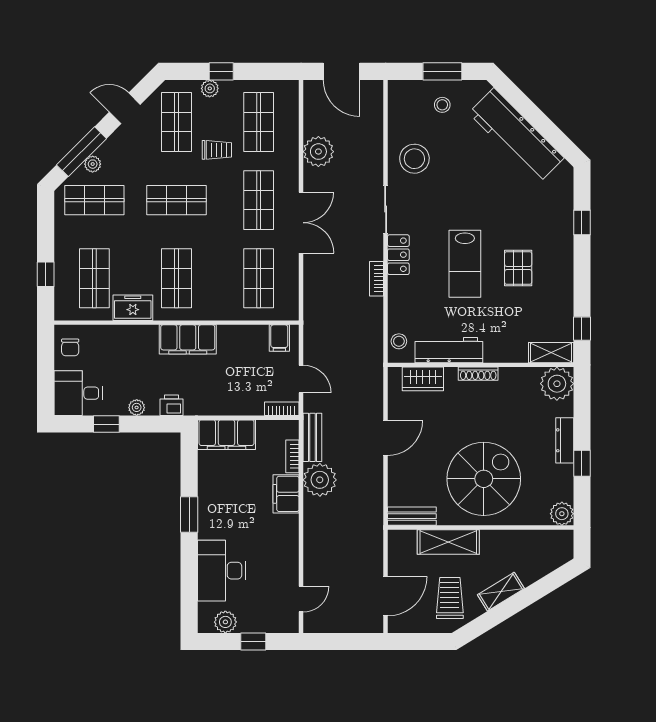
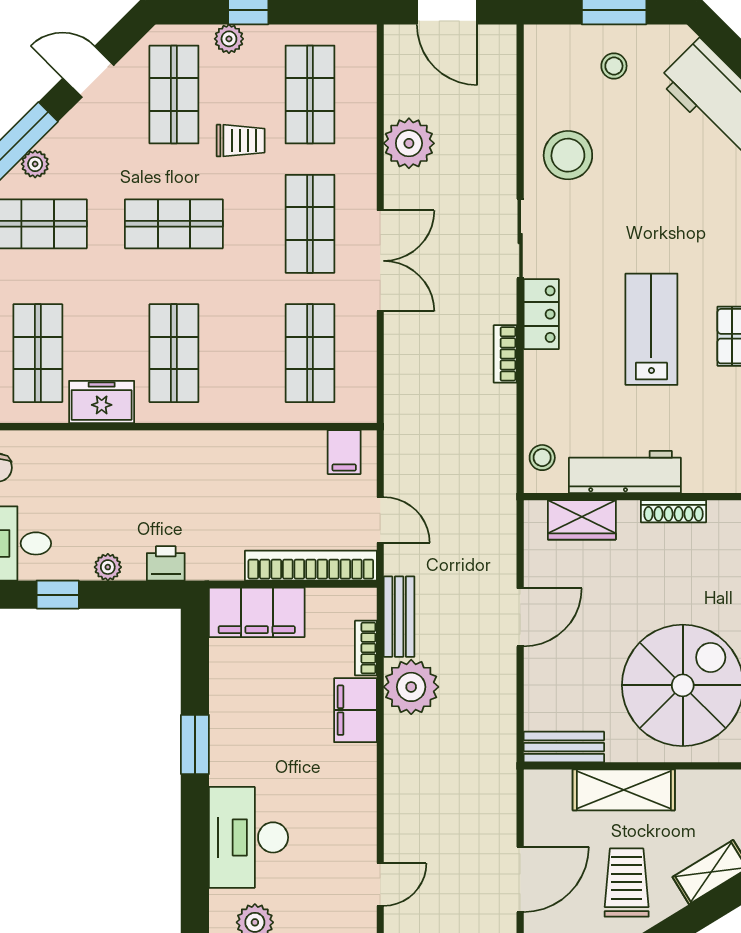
lab bench: (465, 264) -> (651, 329), turned 180
filing cabinet: (188, 339) -> (193, 454), removed
bookcase: (282, 409) -> (311, 566), width x2.31, depth x1.31

